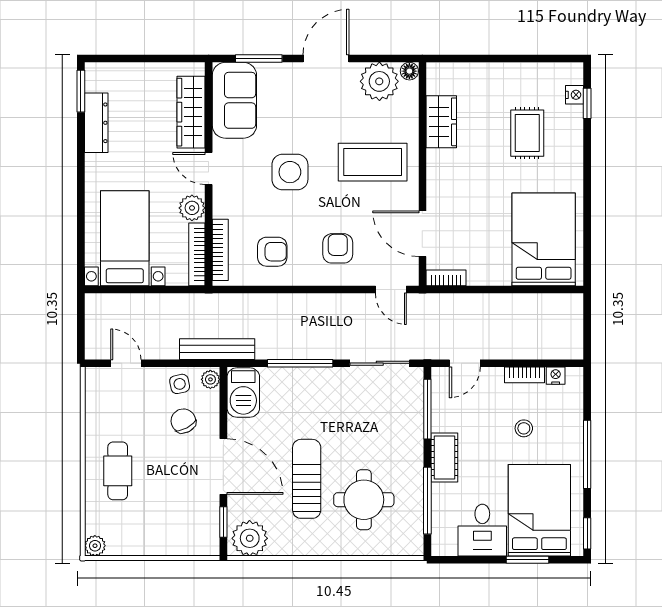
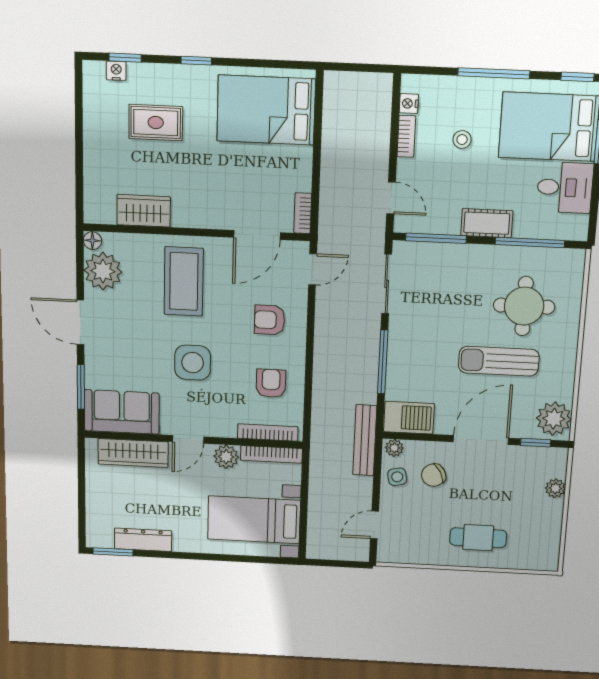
window: (587, 171) -> (196, 61), added
plant: (95, 546) -> (555, 488), moved

